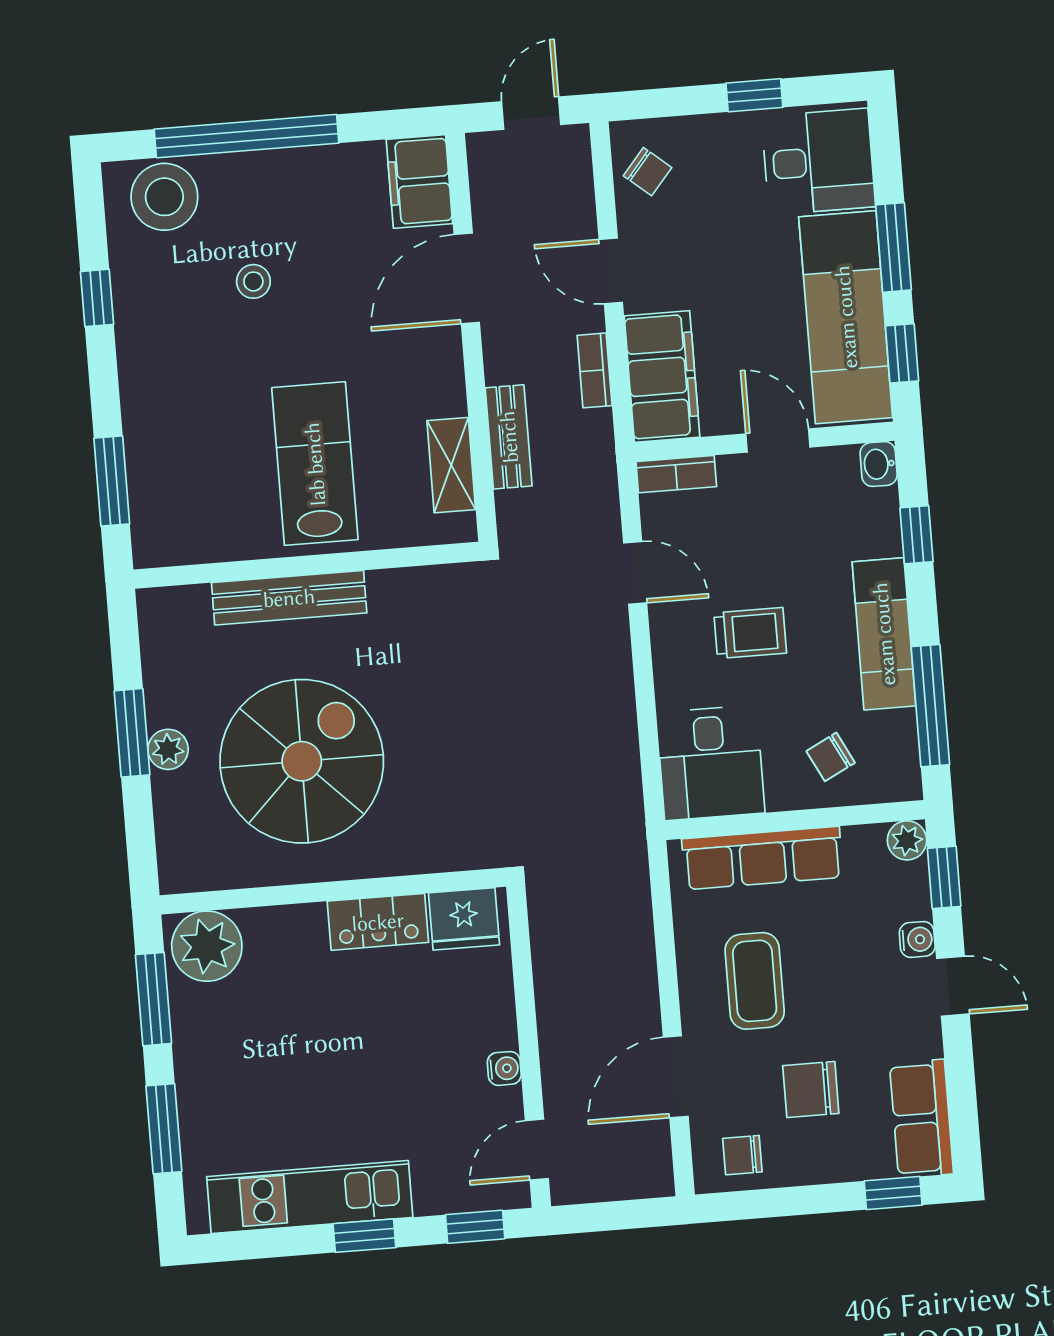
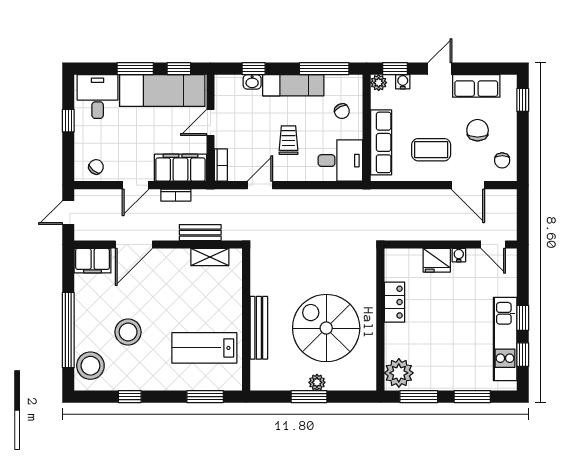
door: (531, 113) -> (68, 213), hinge flipped
door: (467, 278) -> (134, 244), hinge flipped
stool: (253, 281) -> (128, 332), width x1.89, depth x1.89
lab bench: (315, 464) -> (204, 348), moved
washbasin: (879, 464) -> (252, 82), moved
fridge: (464, 919) -> (437, 260), moved, turned 90
water cooler: (917, 939) -> (403, 82), moved
chair: (811, 1090) -> (478, 130), turned 180
row of seats: (921, 1119) -> (476, 86), moved
window: (475, 1227) -> (523, 355), moved

